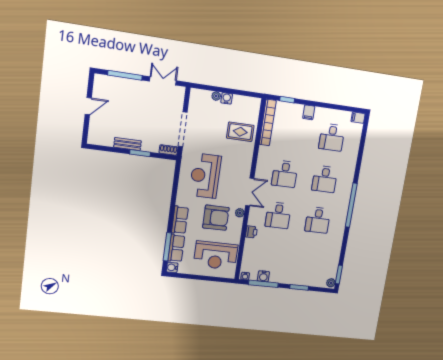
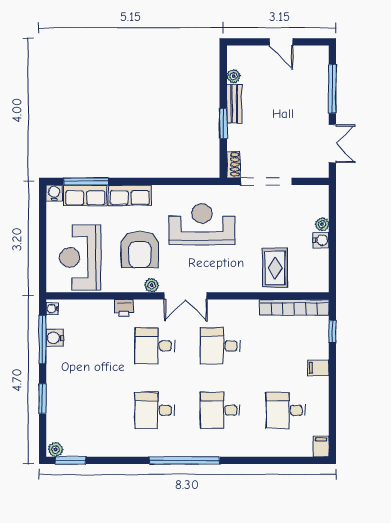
plant: (109, 142) -> (234, 76), added

